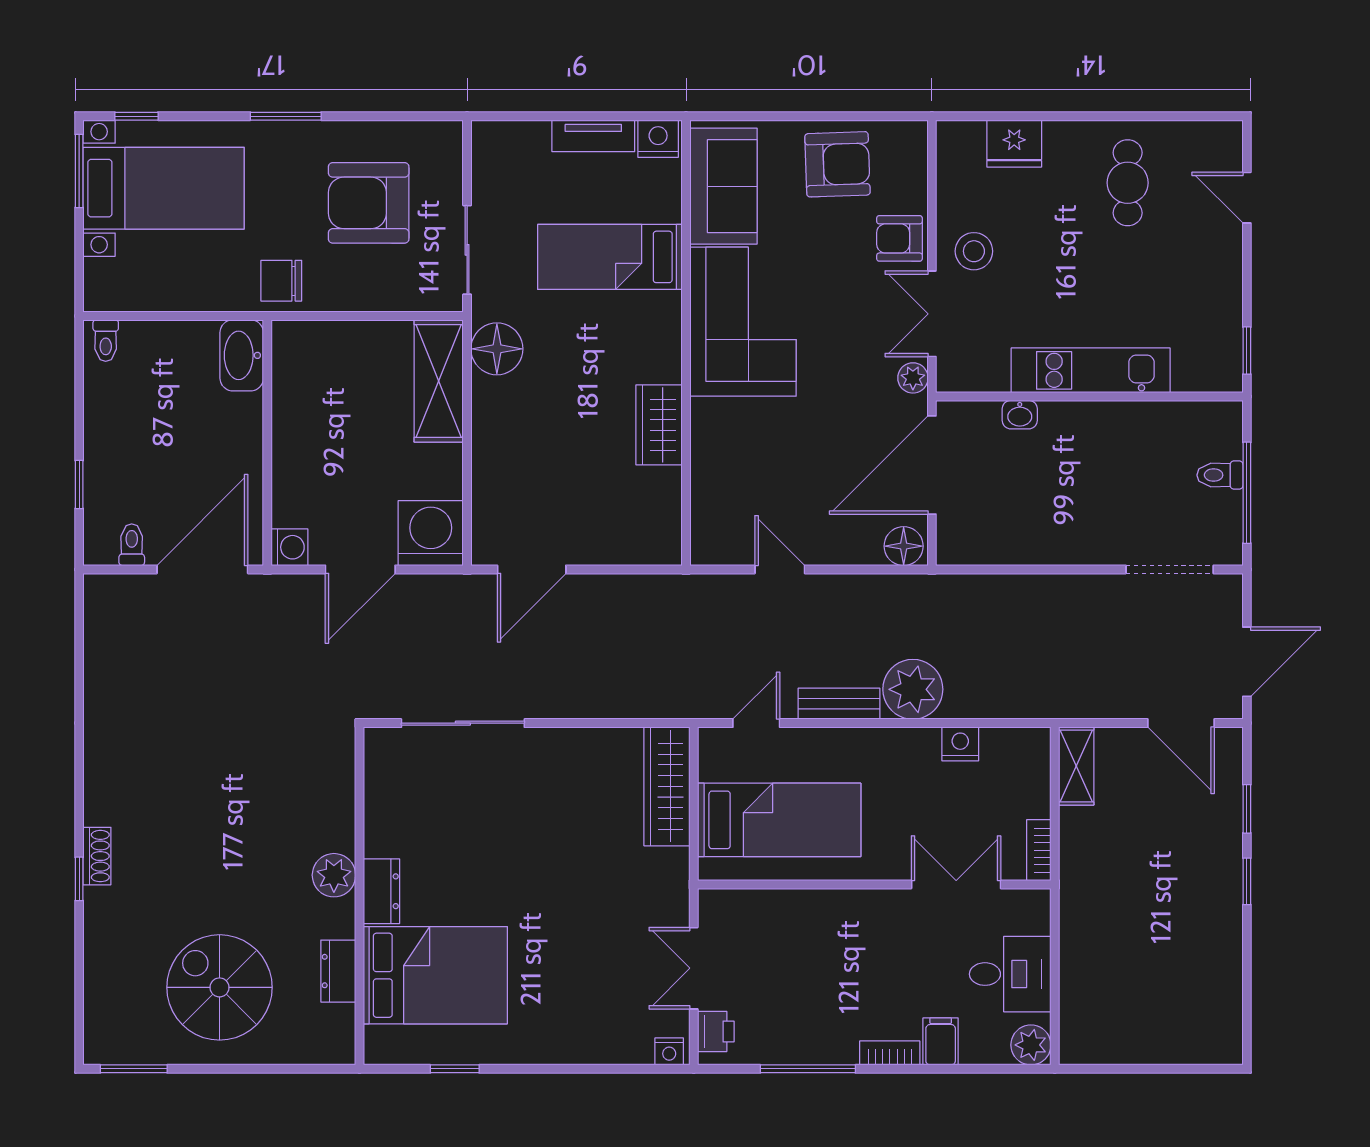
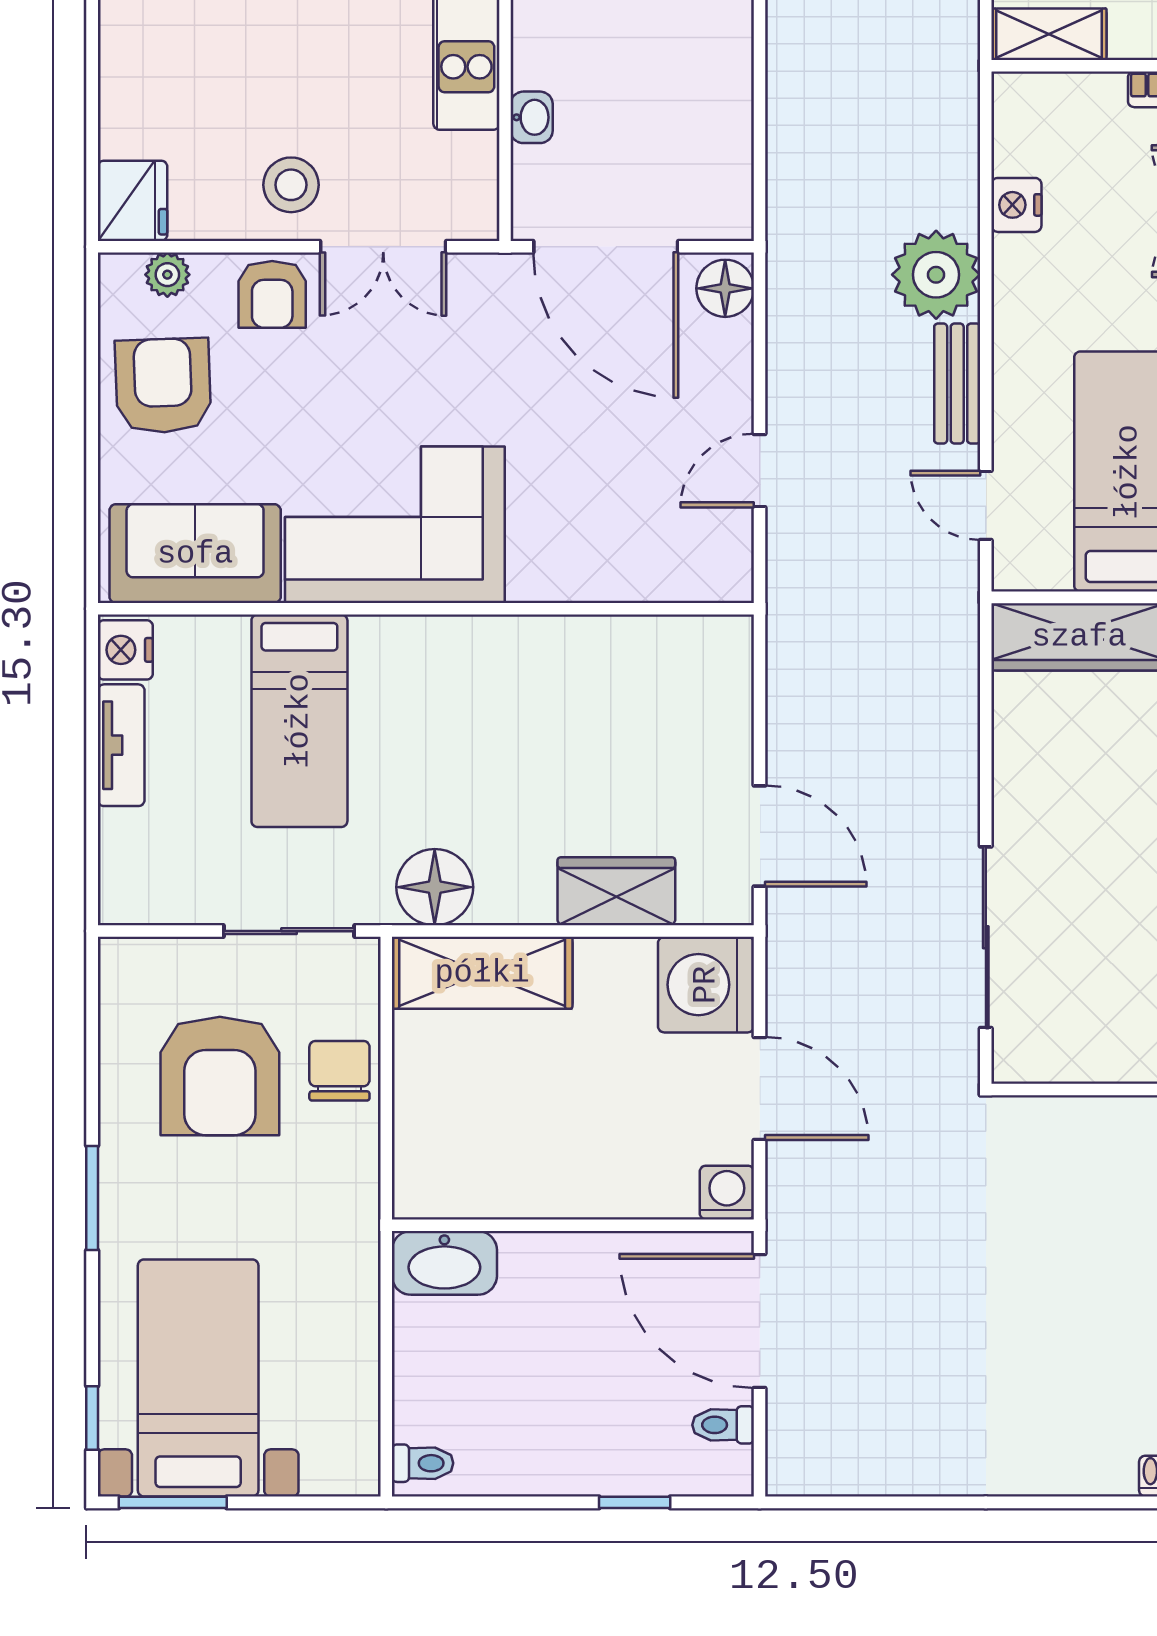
fridge: (1014, 144) -> (132, 201), moved
chair: (281, 281) -> (339, 1071), moved, turned 180
plant: (913, 378) -> (167, 275), moved
wardrobe: (659, 425) -> (616, 891), moved, turned 180

